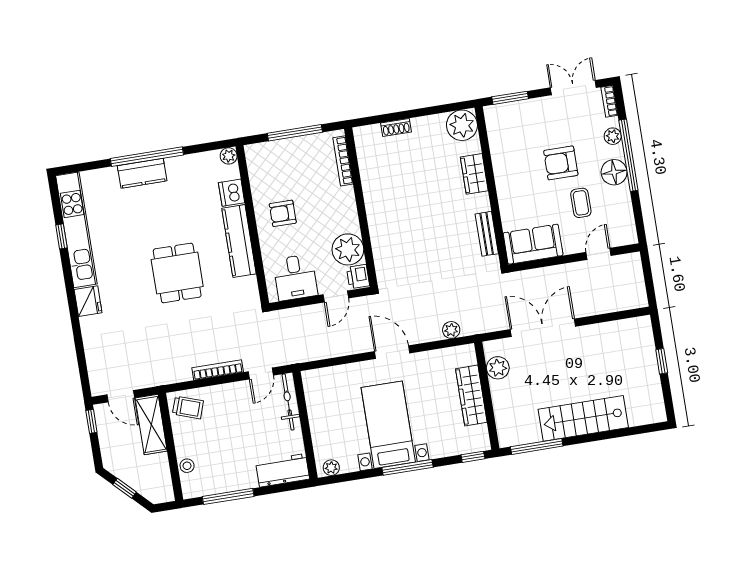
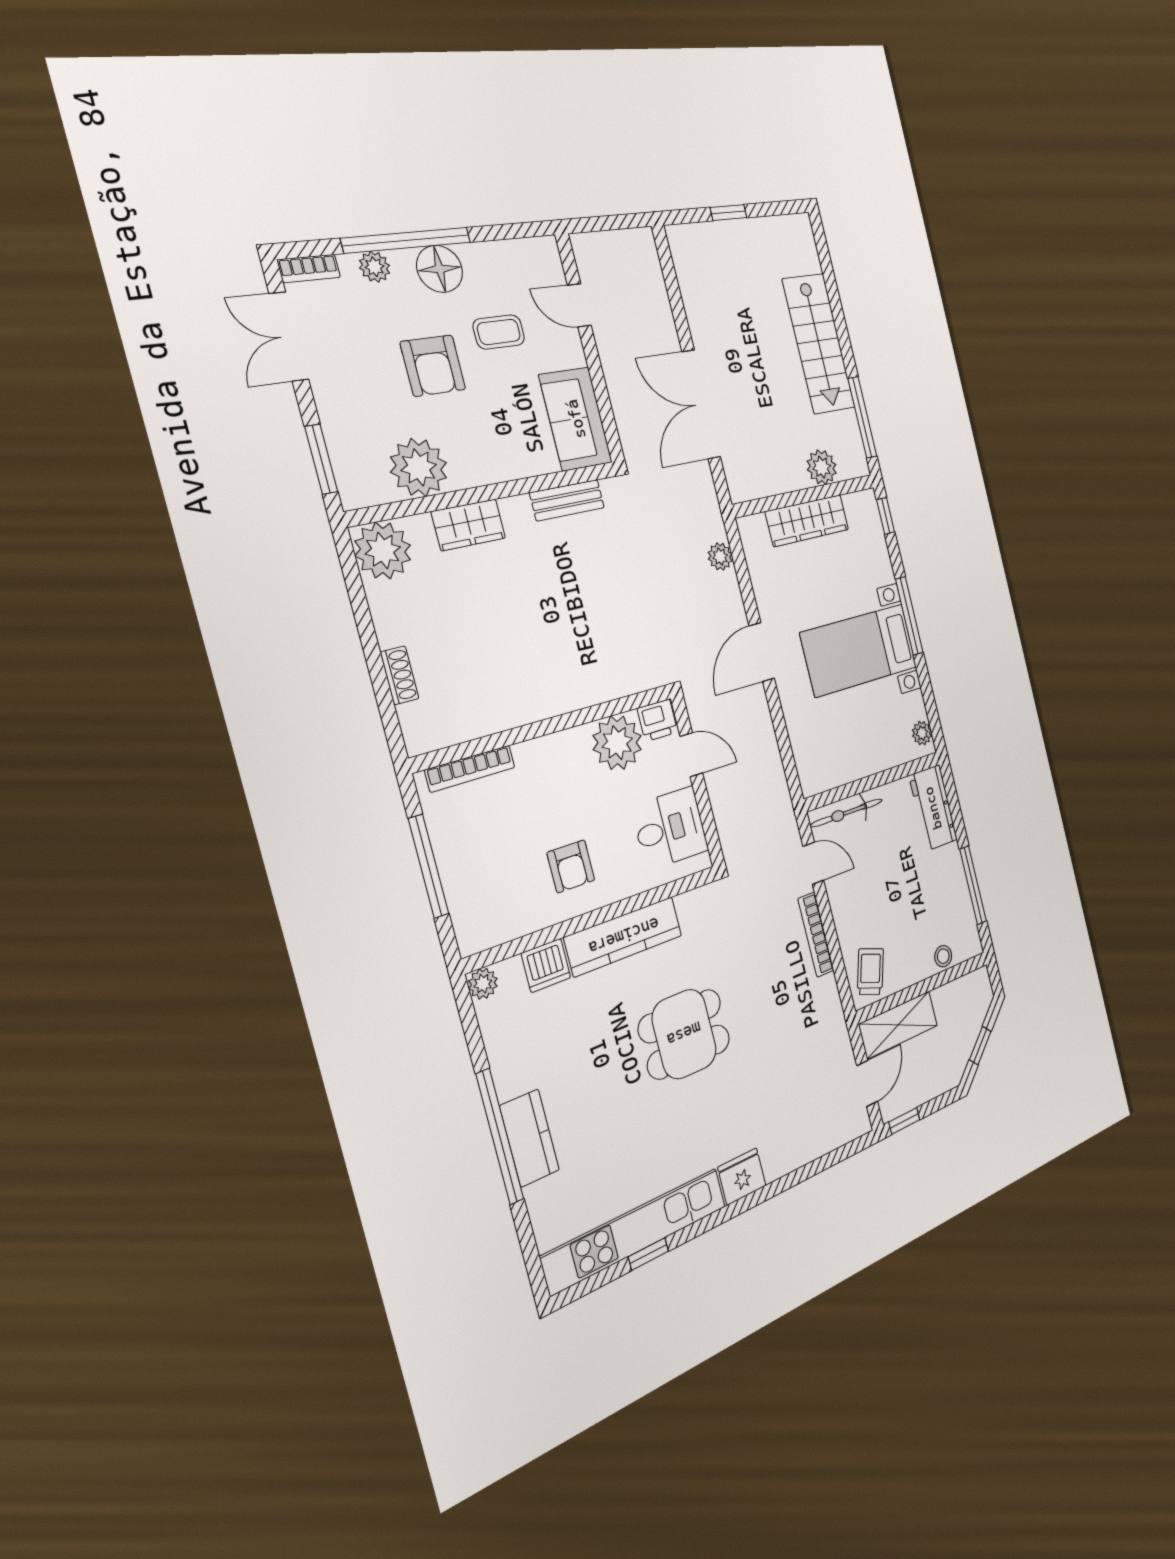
plant: (506, 149) -> (419, 467), added
plant: (498, 368) -> (822, 467), moved

